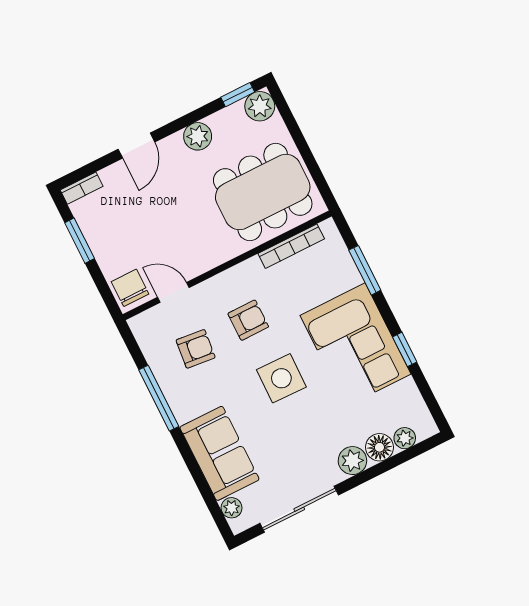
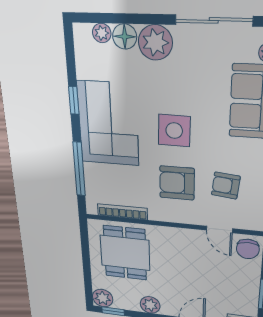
dining table: (263, 192) -> (125, 253), width x0.73
window: (365, 270) -> (79, 169), width x1.44
armchair: (248, 320) -> (177, 183), width x1.38, depth x1.38
plant: (352, 461) -> (155, 42), width x1.36, depth x1.36

